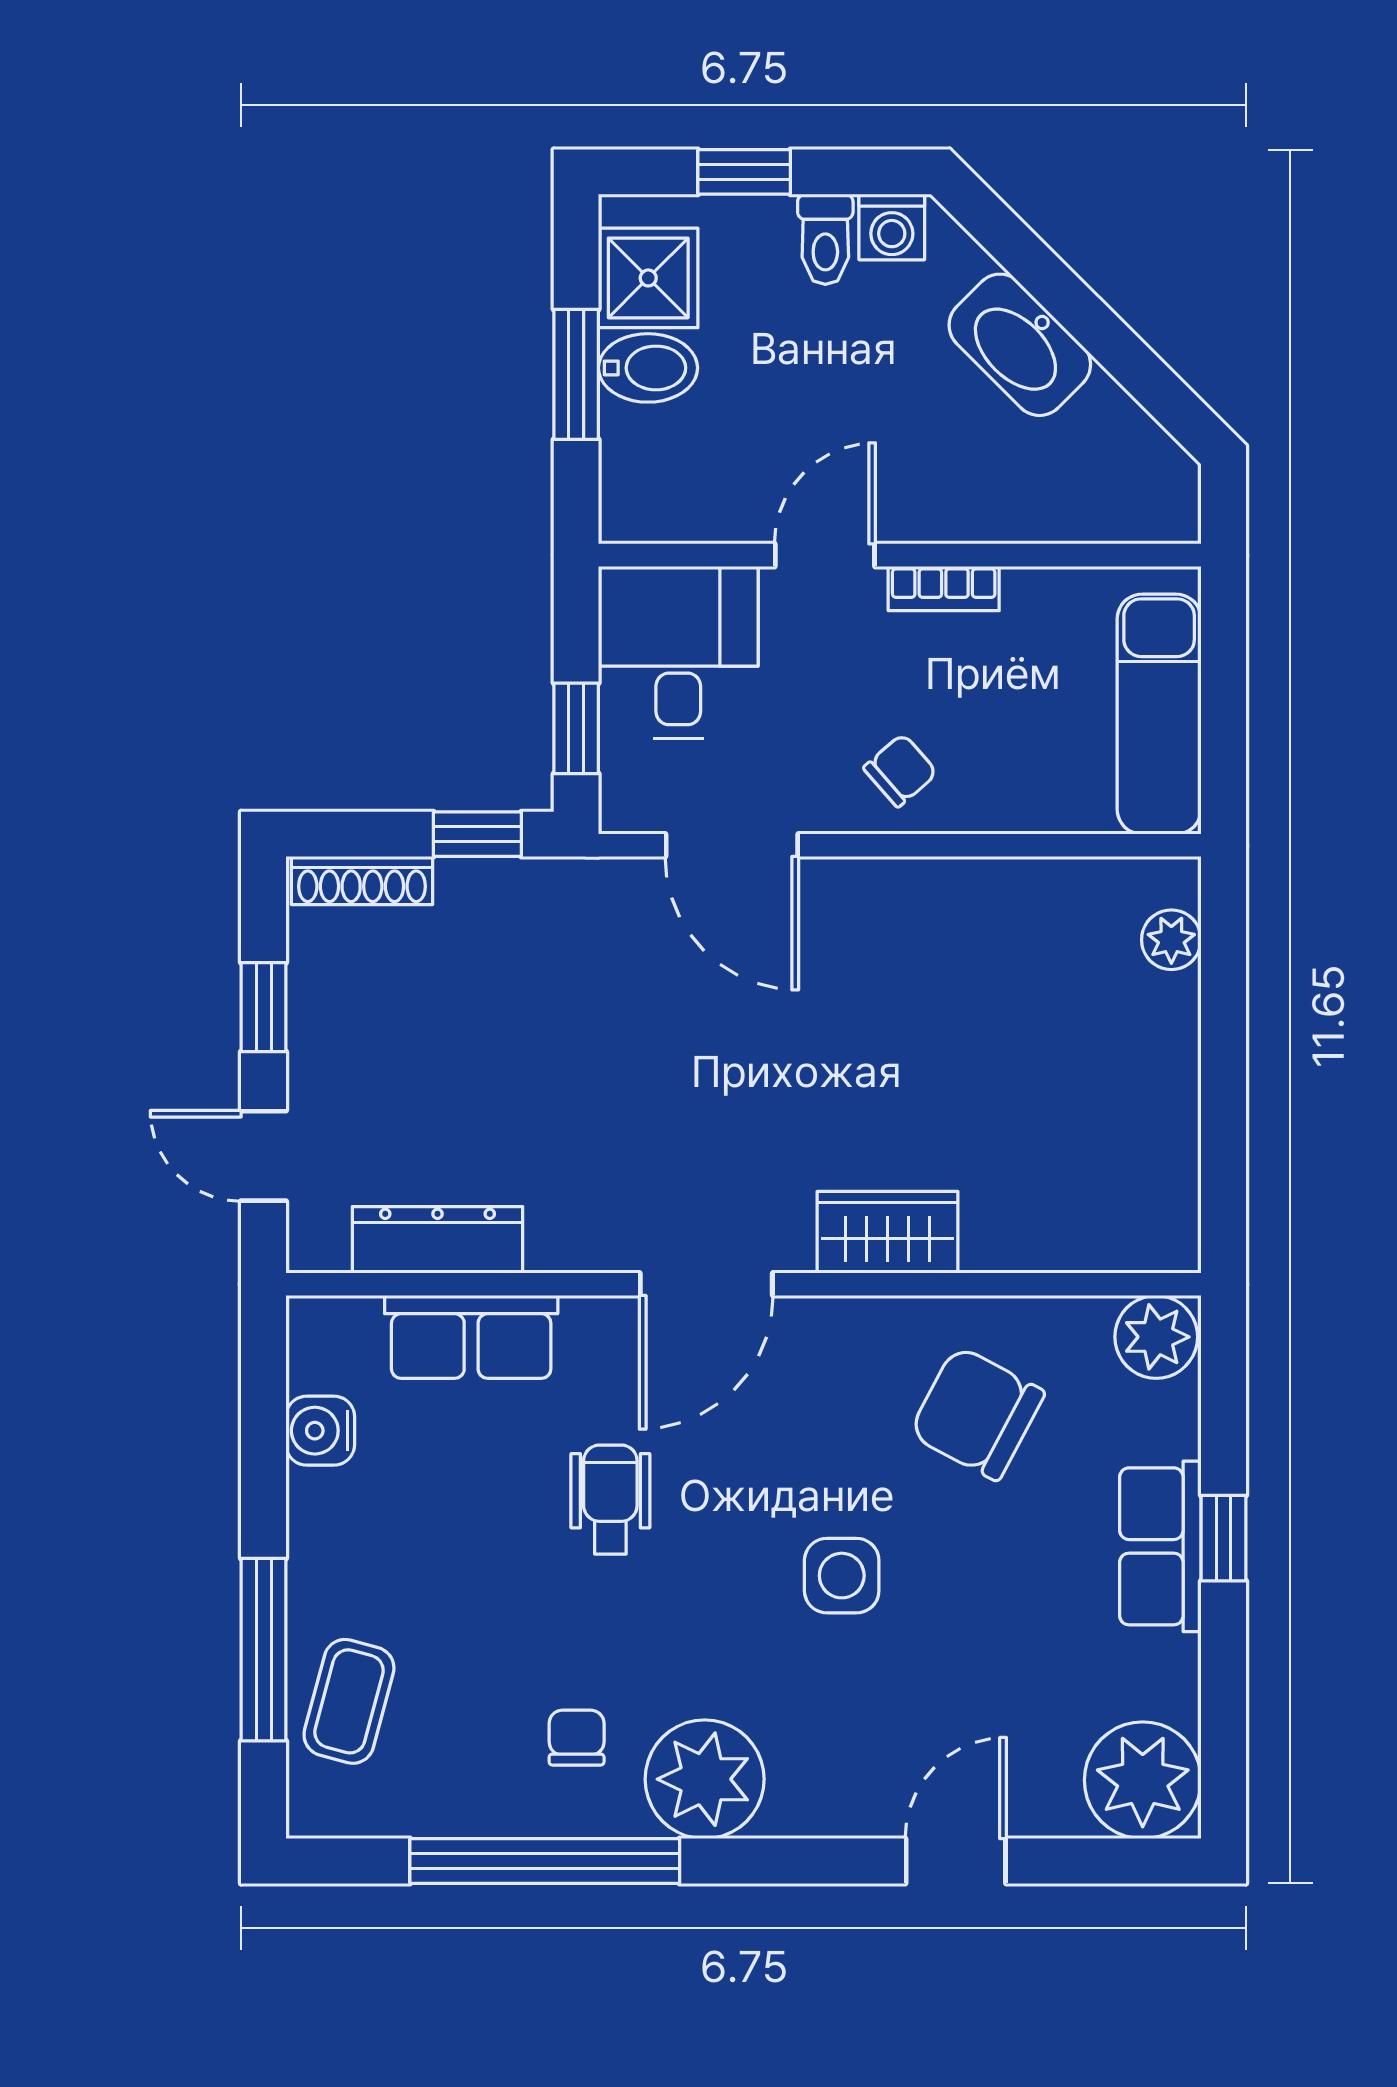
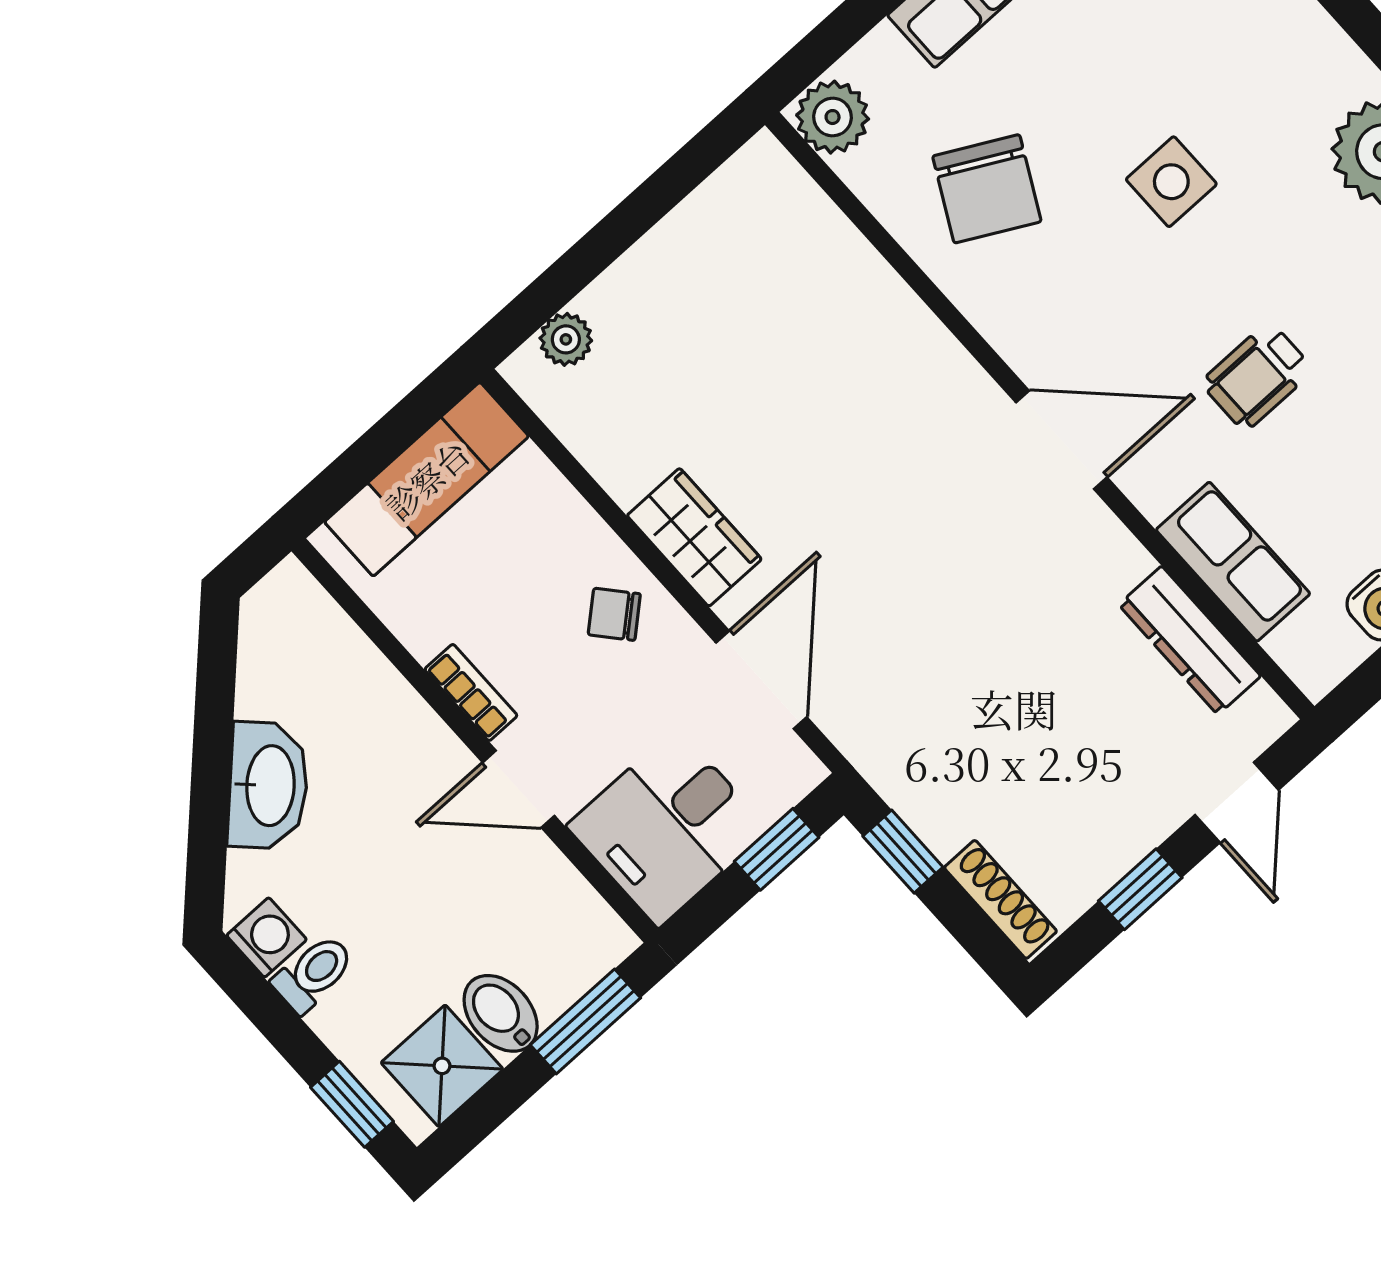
window: (744, 172) -> (352, 1104), moved
window: (576, 374) -> (585, 1021), moved
wardrobe: (887, 1232) -> (694, 537), moved, turned 180

